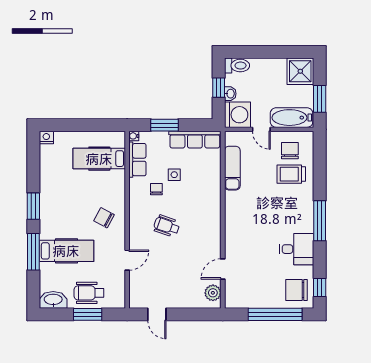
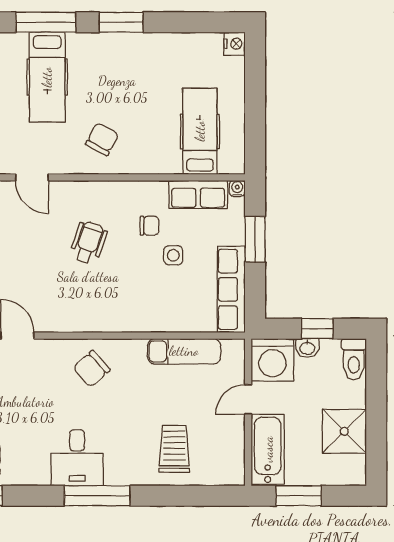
shower: (300, 71) -> (344, 431), moved
chair: (290, 151) -> (92, 369), moved, turned 138
desk: (297, 249) -> (77, 458), moved

